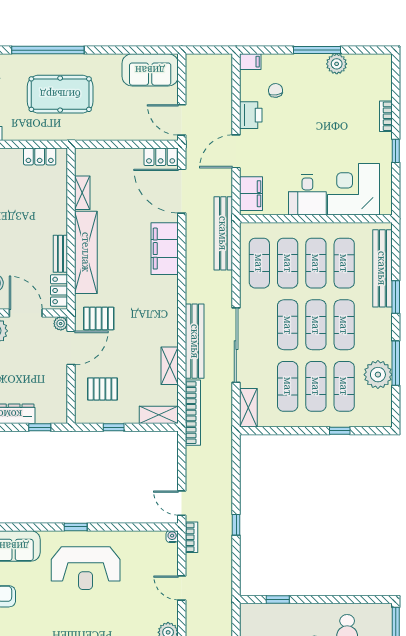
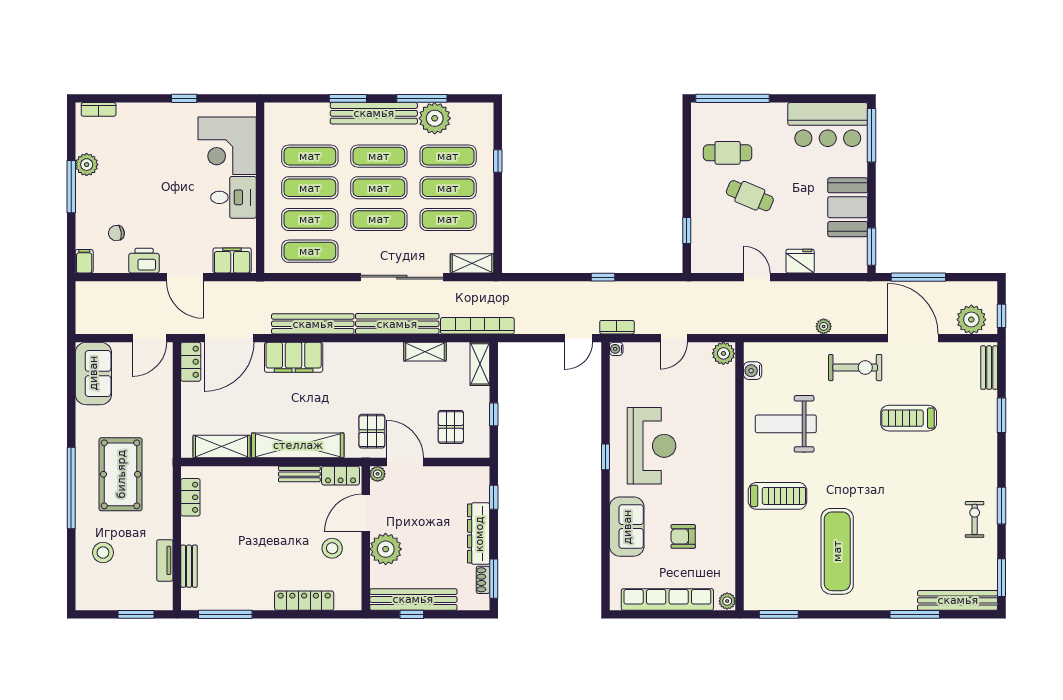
bookcase: (386, 116) -> (99, 109), moved
shelving: (82, 193) -> (222, 447), width x1.50, depth x1.33
bench: (223, 233) -> (313, 324), moved
bench: (382, 268) -> (374, 113), moved

